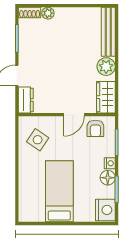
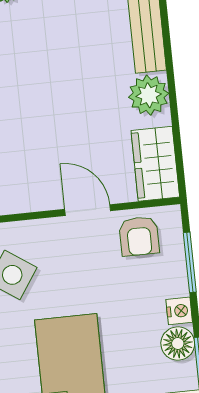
door: (74, 115) -> (88, 210), swing flipped

